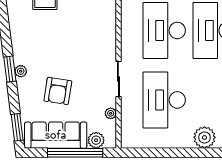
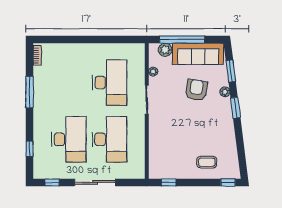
plant: (21, 71) -> (225, 92), moved
window: (17, 127) -> (231, 71), moved
plant: (204, 137) -> (77, 52), removed

